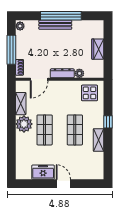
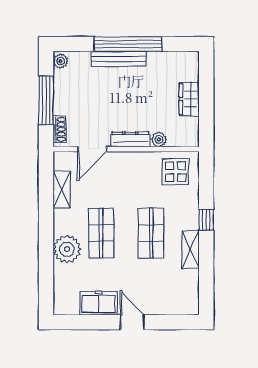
plant: (24, 124) -> (67, 249), moved

